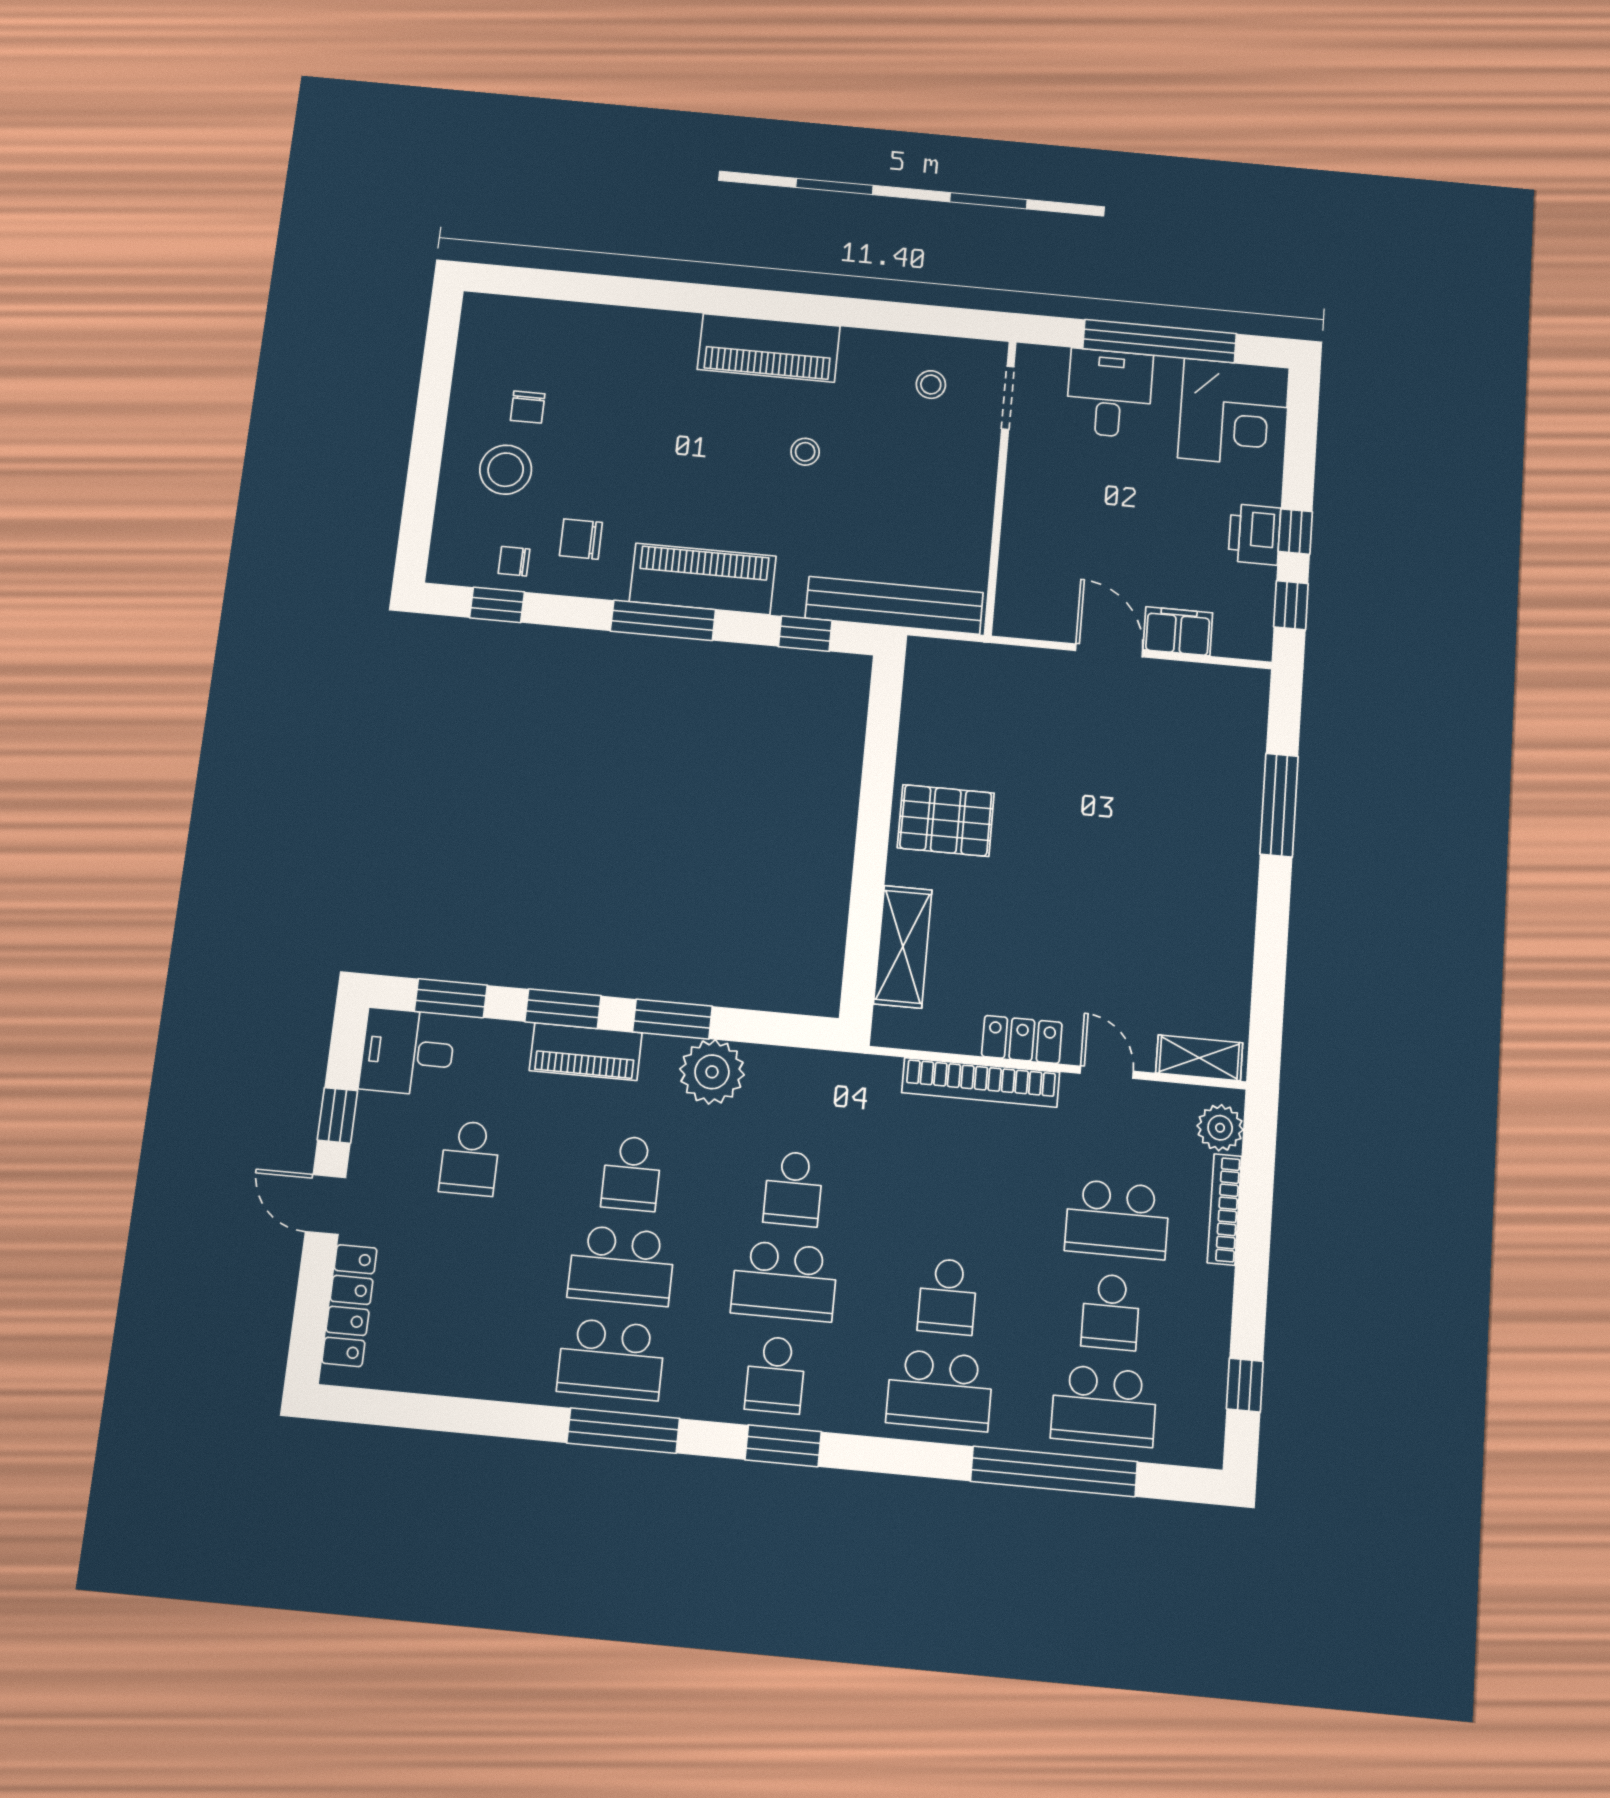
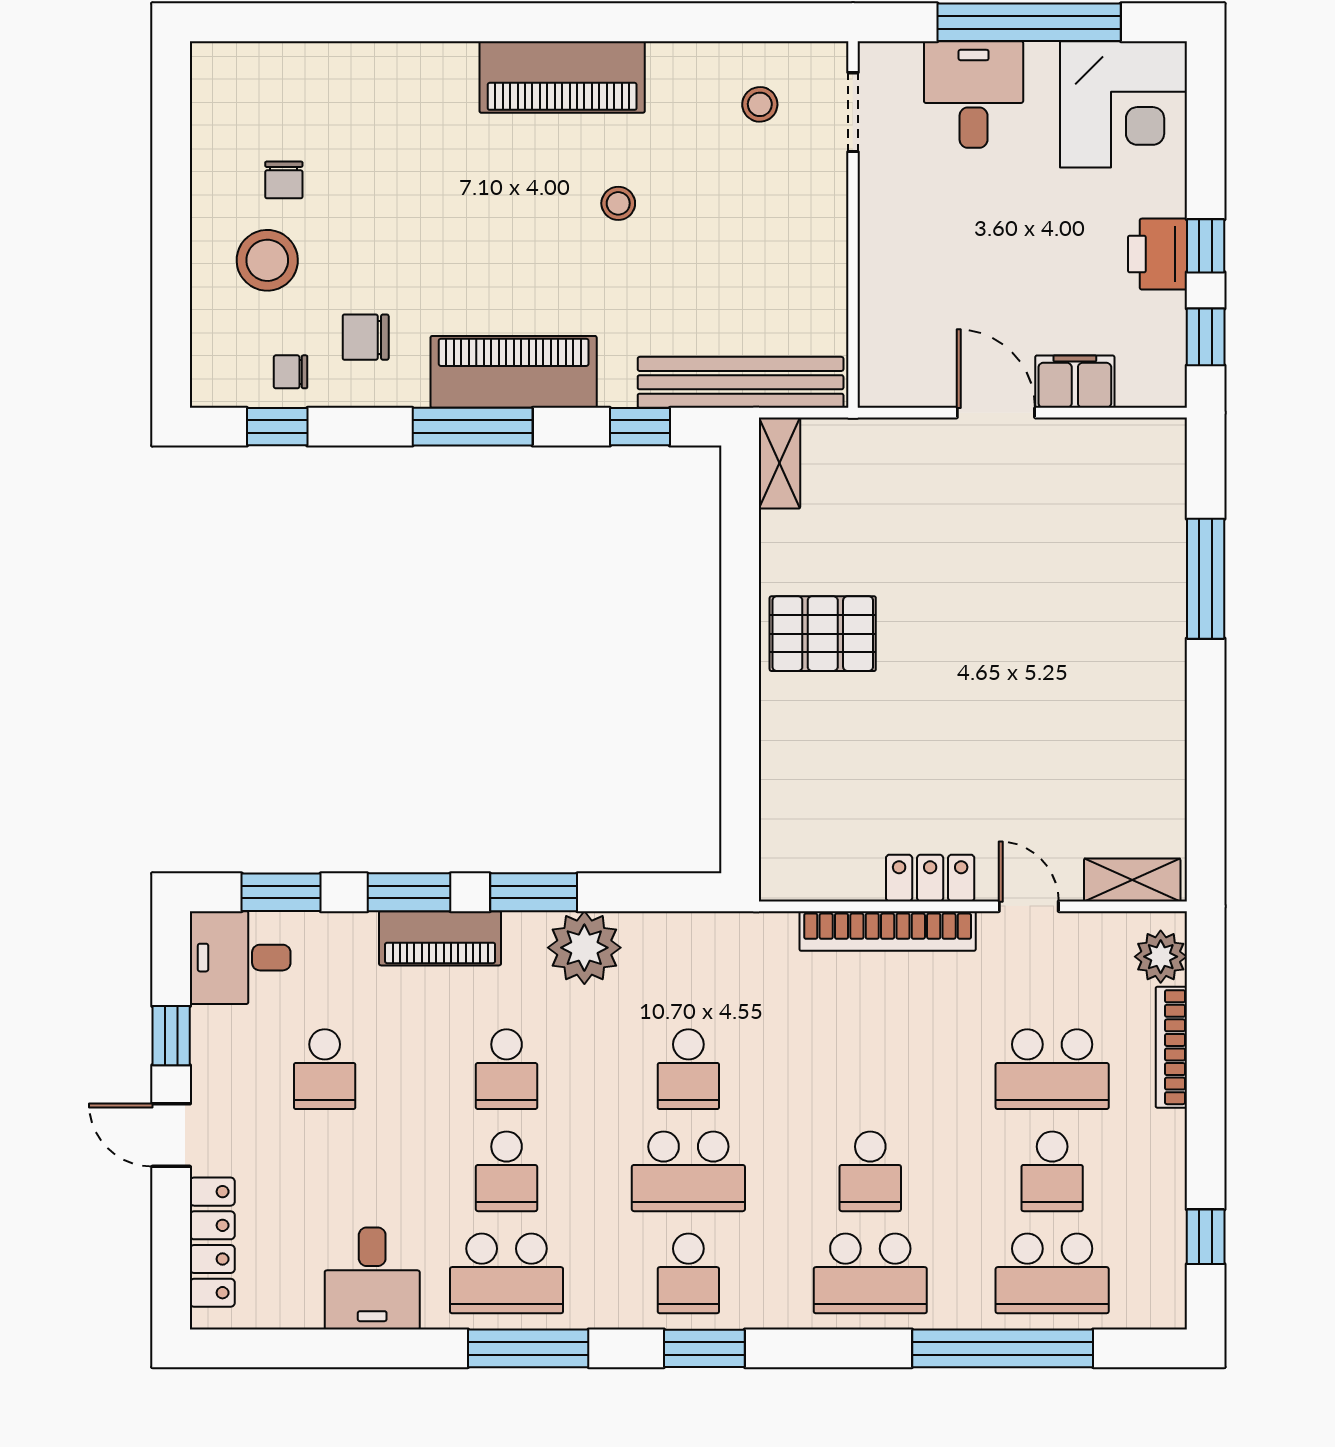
shelving: (903, 947) -> (779, 463), moved, width x0.67, depth x0.75
school desk: (621, 1266) -> (507, 1171), width x0.54
desk: (489, 1352) -> (372, 1278), added

